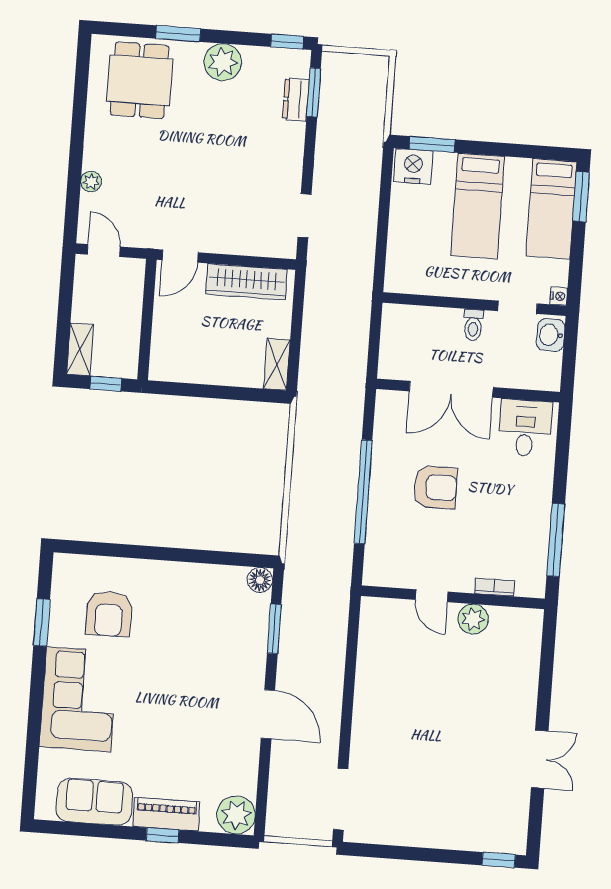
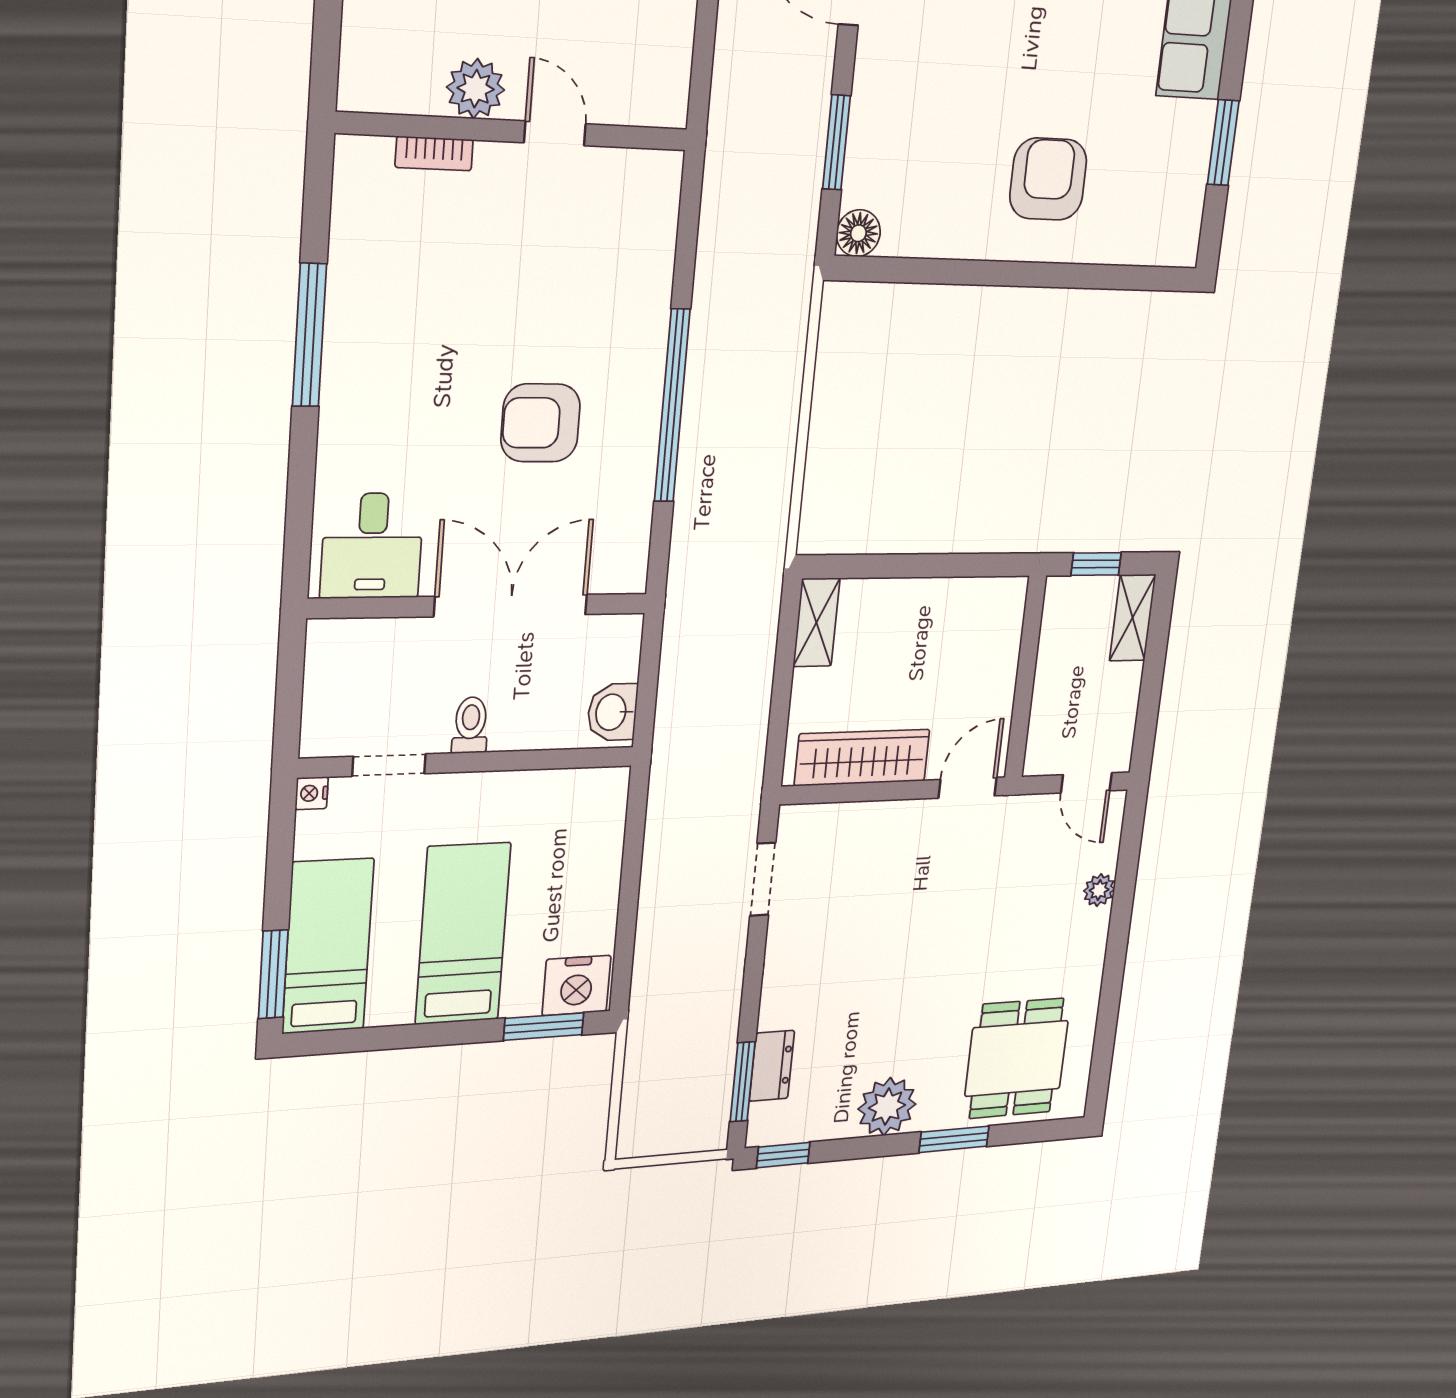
washbasin: (551, 335) -> (612, 712), moved, turned 180
bookcase: (494, 587) -> (434, 154), moved
door: (432, 596) -> (555, 133), moved
wall: (453, 597) -> (515, 131), moved
armchair: (109, 614) -> (1048, 179), moved
plant: (473, 619) -> (476, 89), moved

